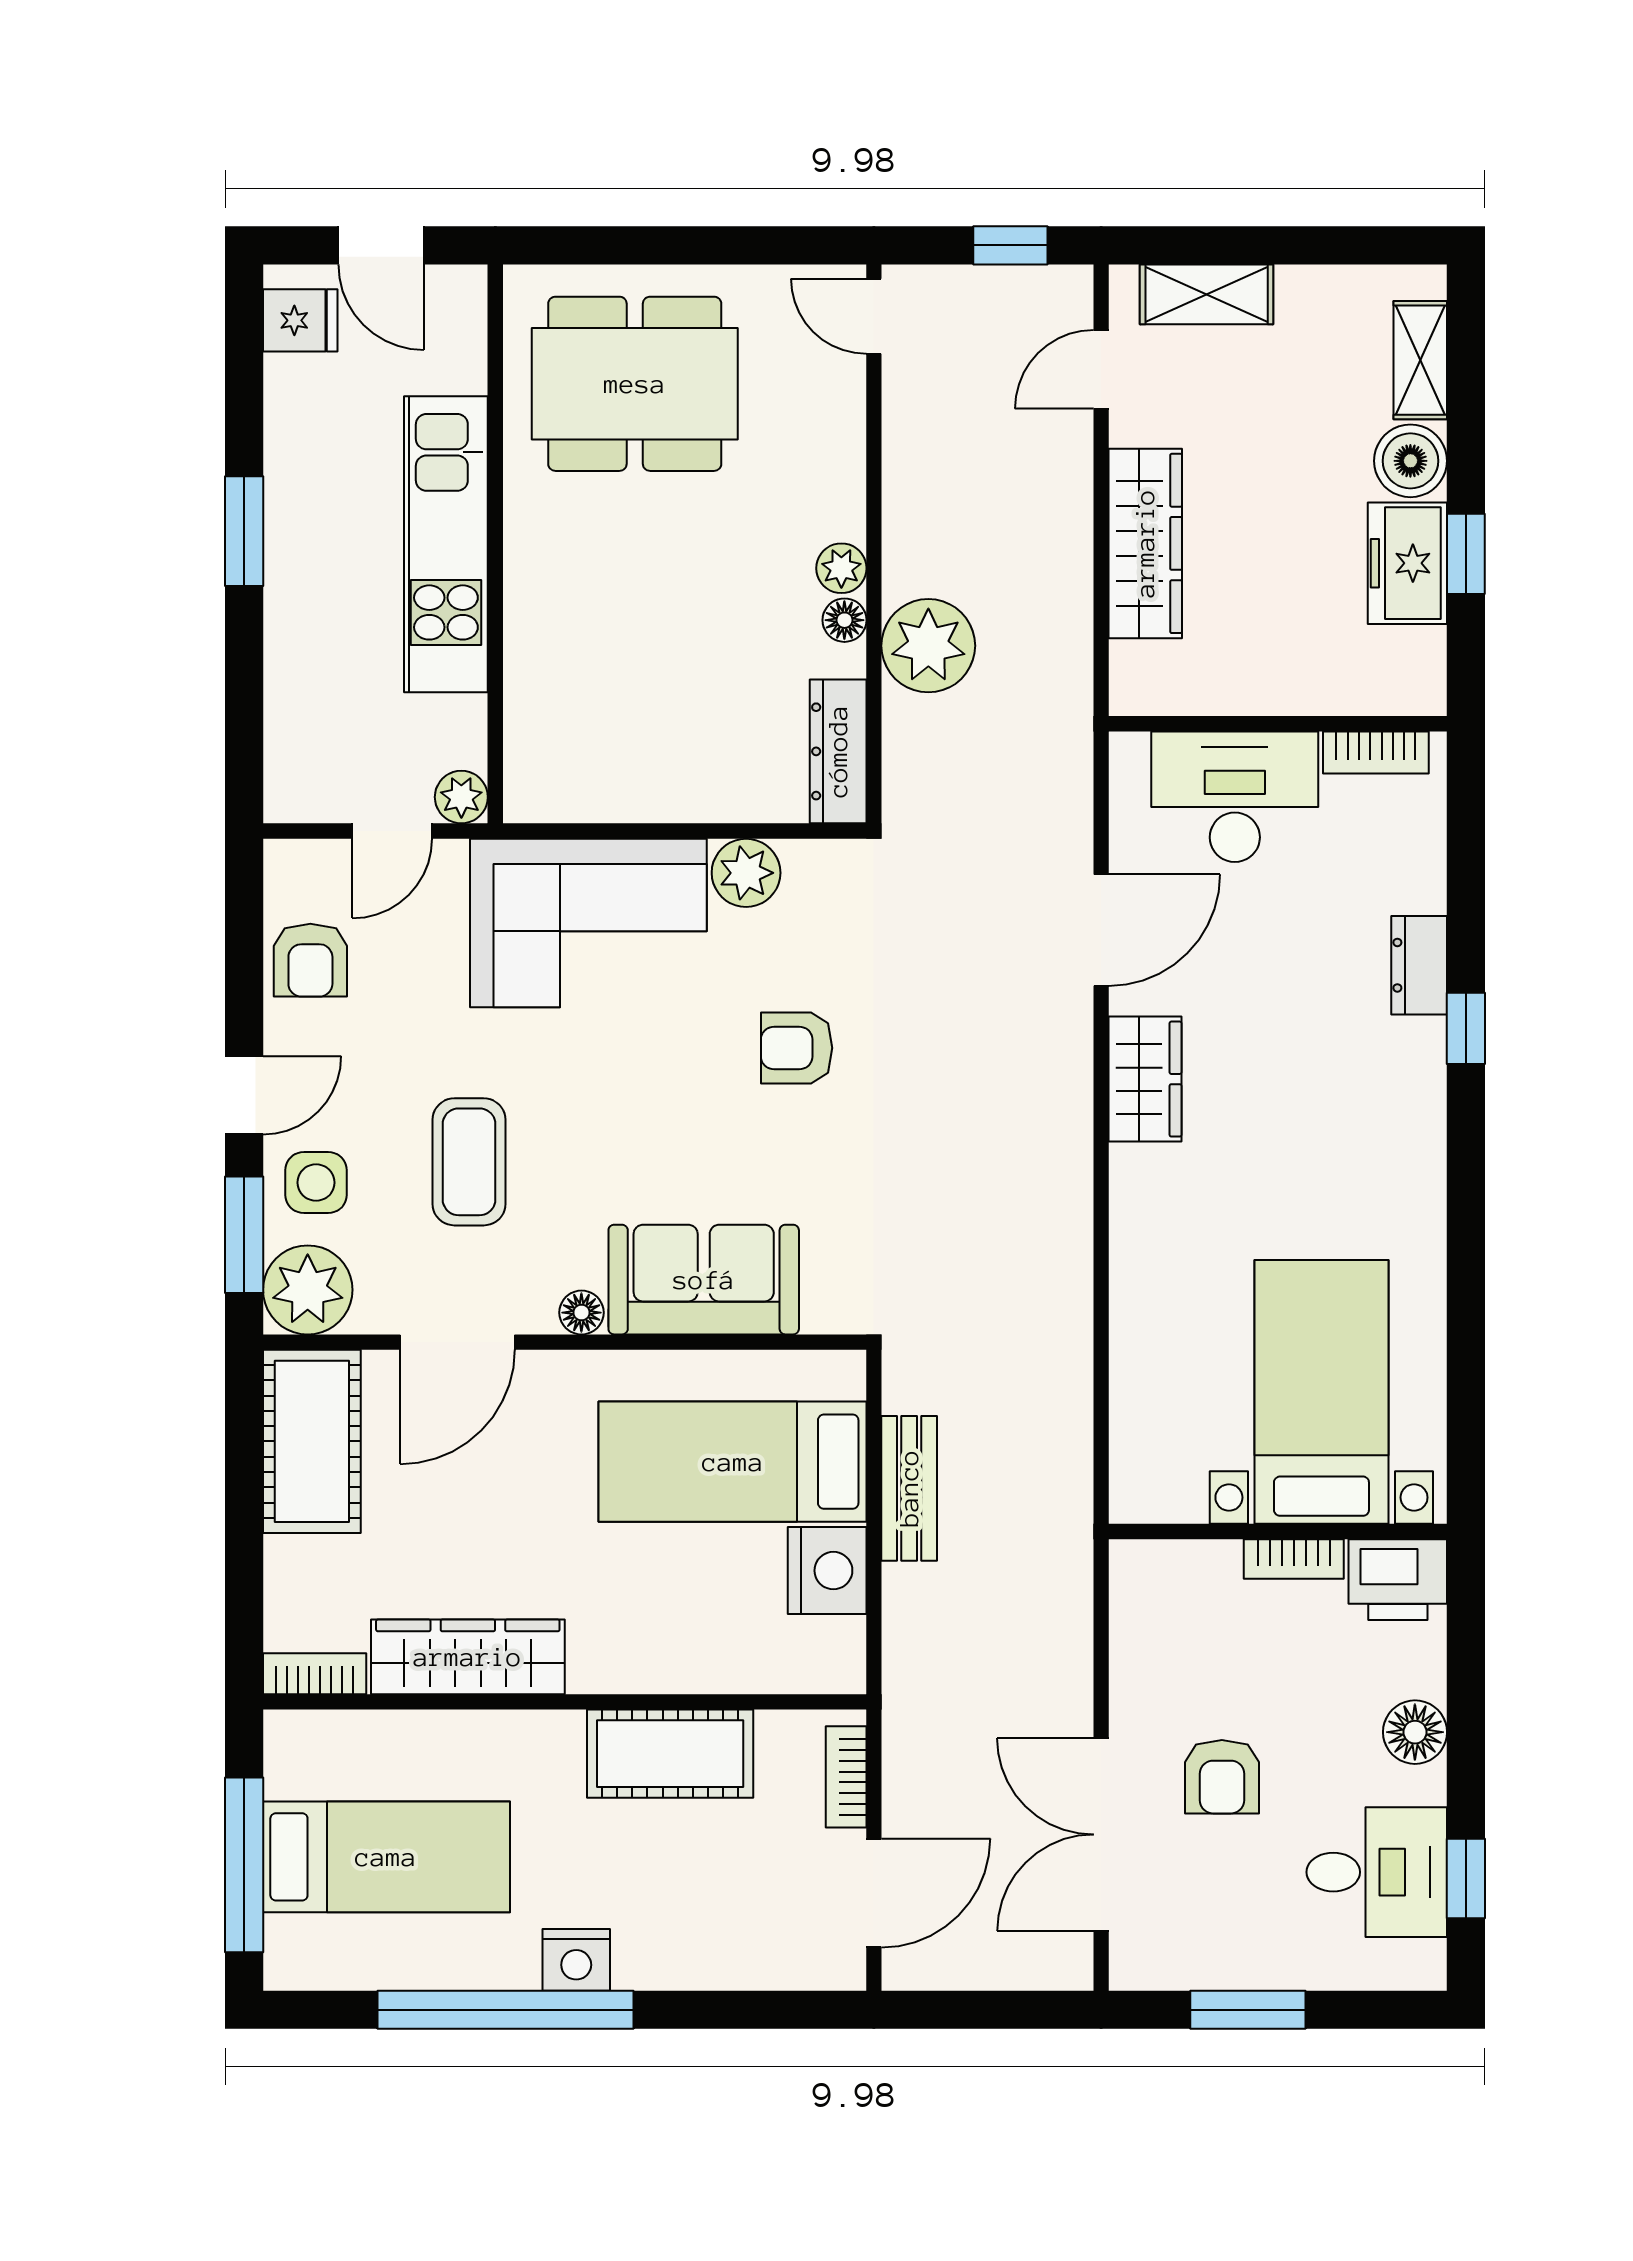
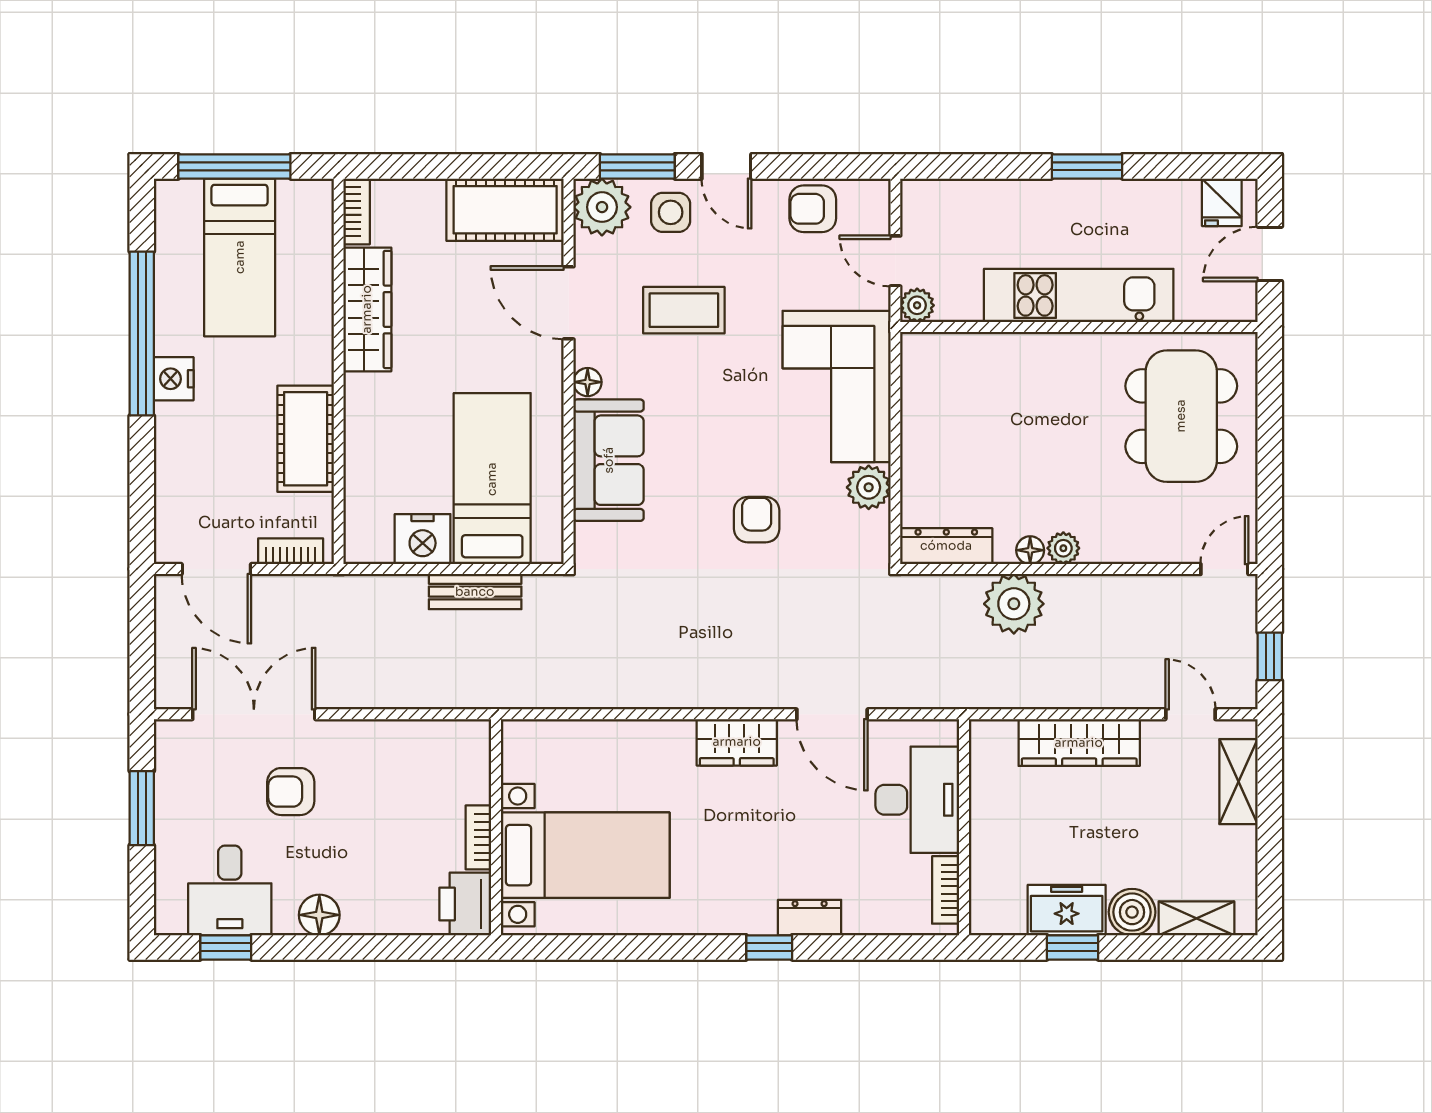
bed with nightstands: (1321, 1392) -> (585, 855), moved
wall: (1278, 1531) -> (496, 827), moved
bookcase: (1294, 1559) -> (478, 837), moved
printer: (1398, 1580) -> (465, 904), moved

